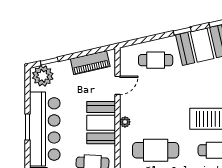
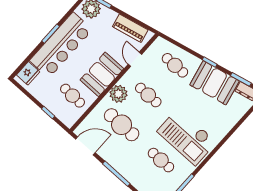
door: (118, 85) -> (135, 59), swing flipped
cafe table: (156, 105) -> (148, 95), added
plant: (125, 122) -> (118, 94), width x1.88, depth x1.88

